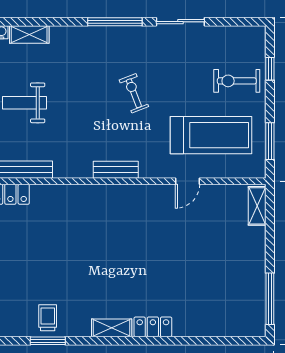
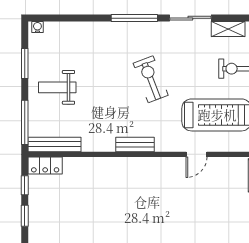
shelving: (29, 35) -> (228, 29), moved
exercise bike: (134, 93) -> (151, 79), width x1.38, depth x1.39

